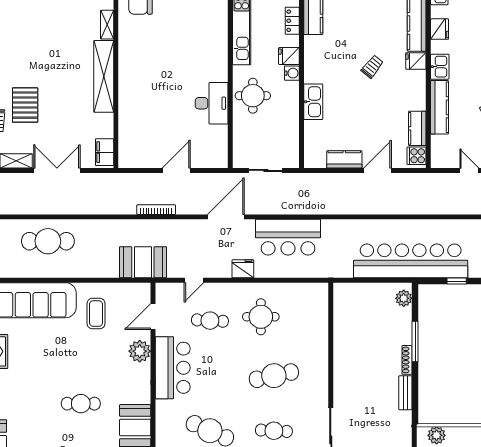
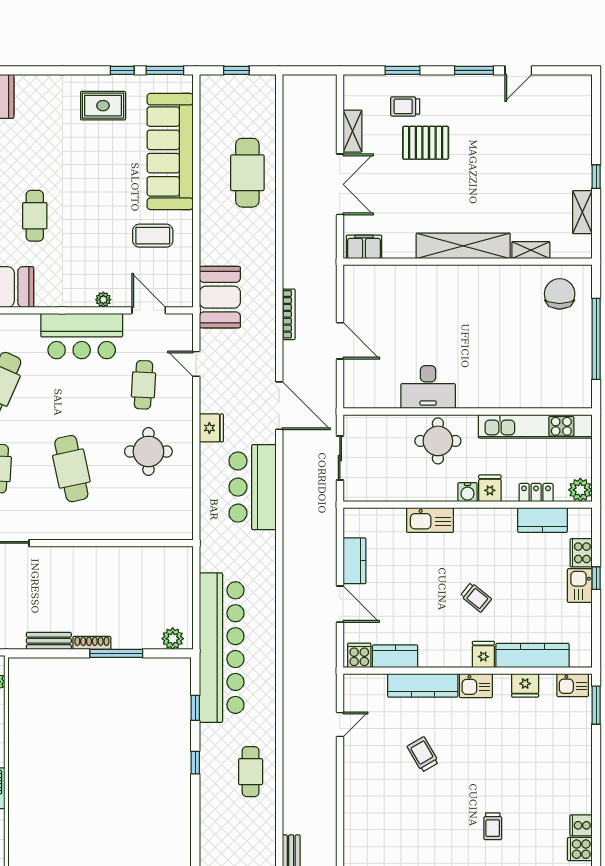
plant: (140, 351) -> (103, 300), width x0.53, depth x0.53

